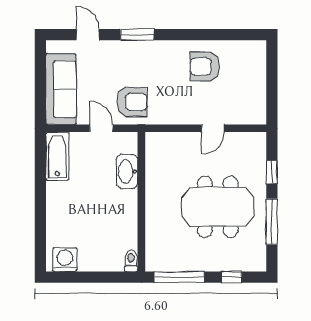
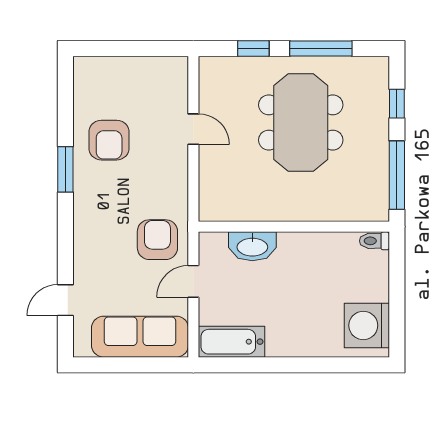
window: (137, 35) -> (65, 169), moved
washing machine: (65, 260) -> (367, 325), width x1.37, depth x1.37

